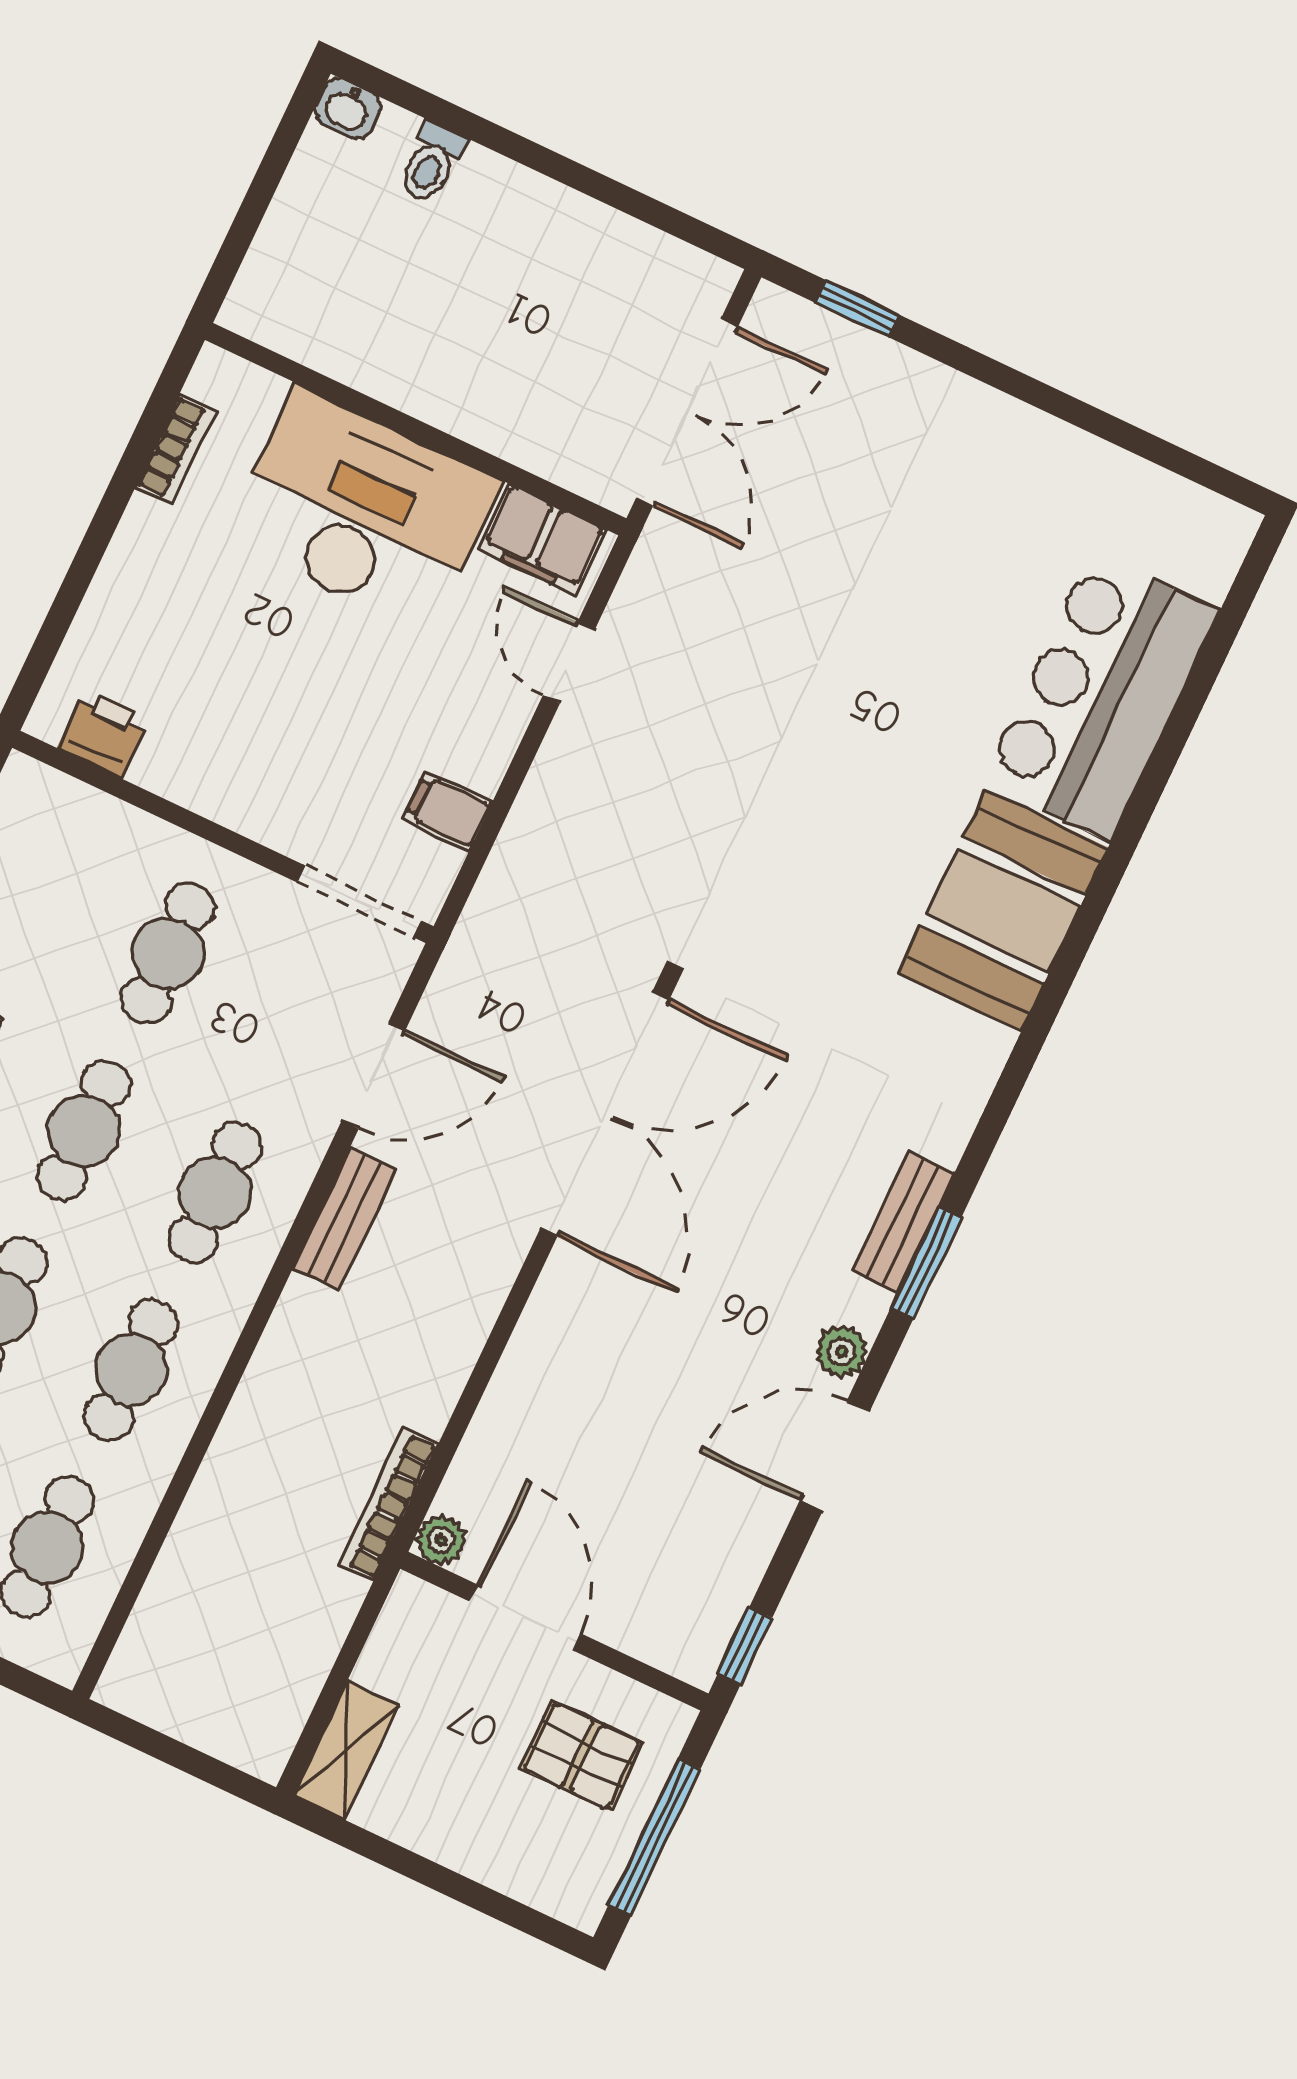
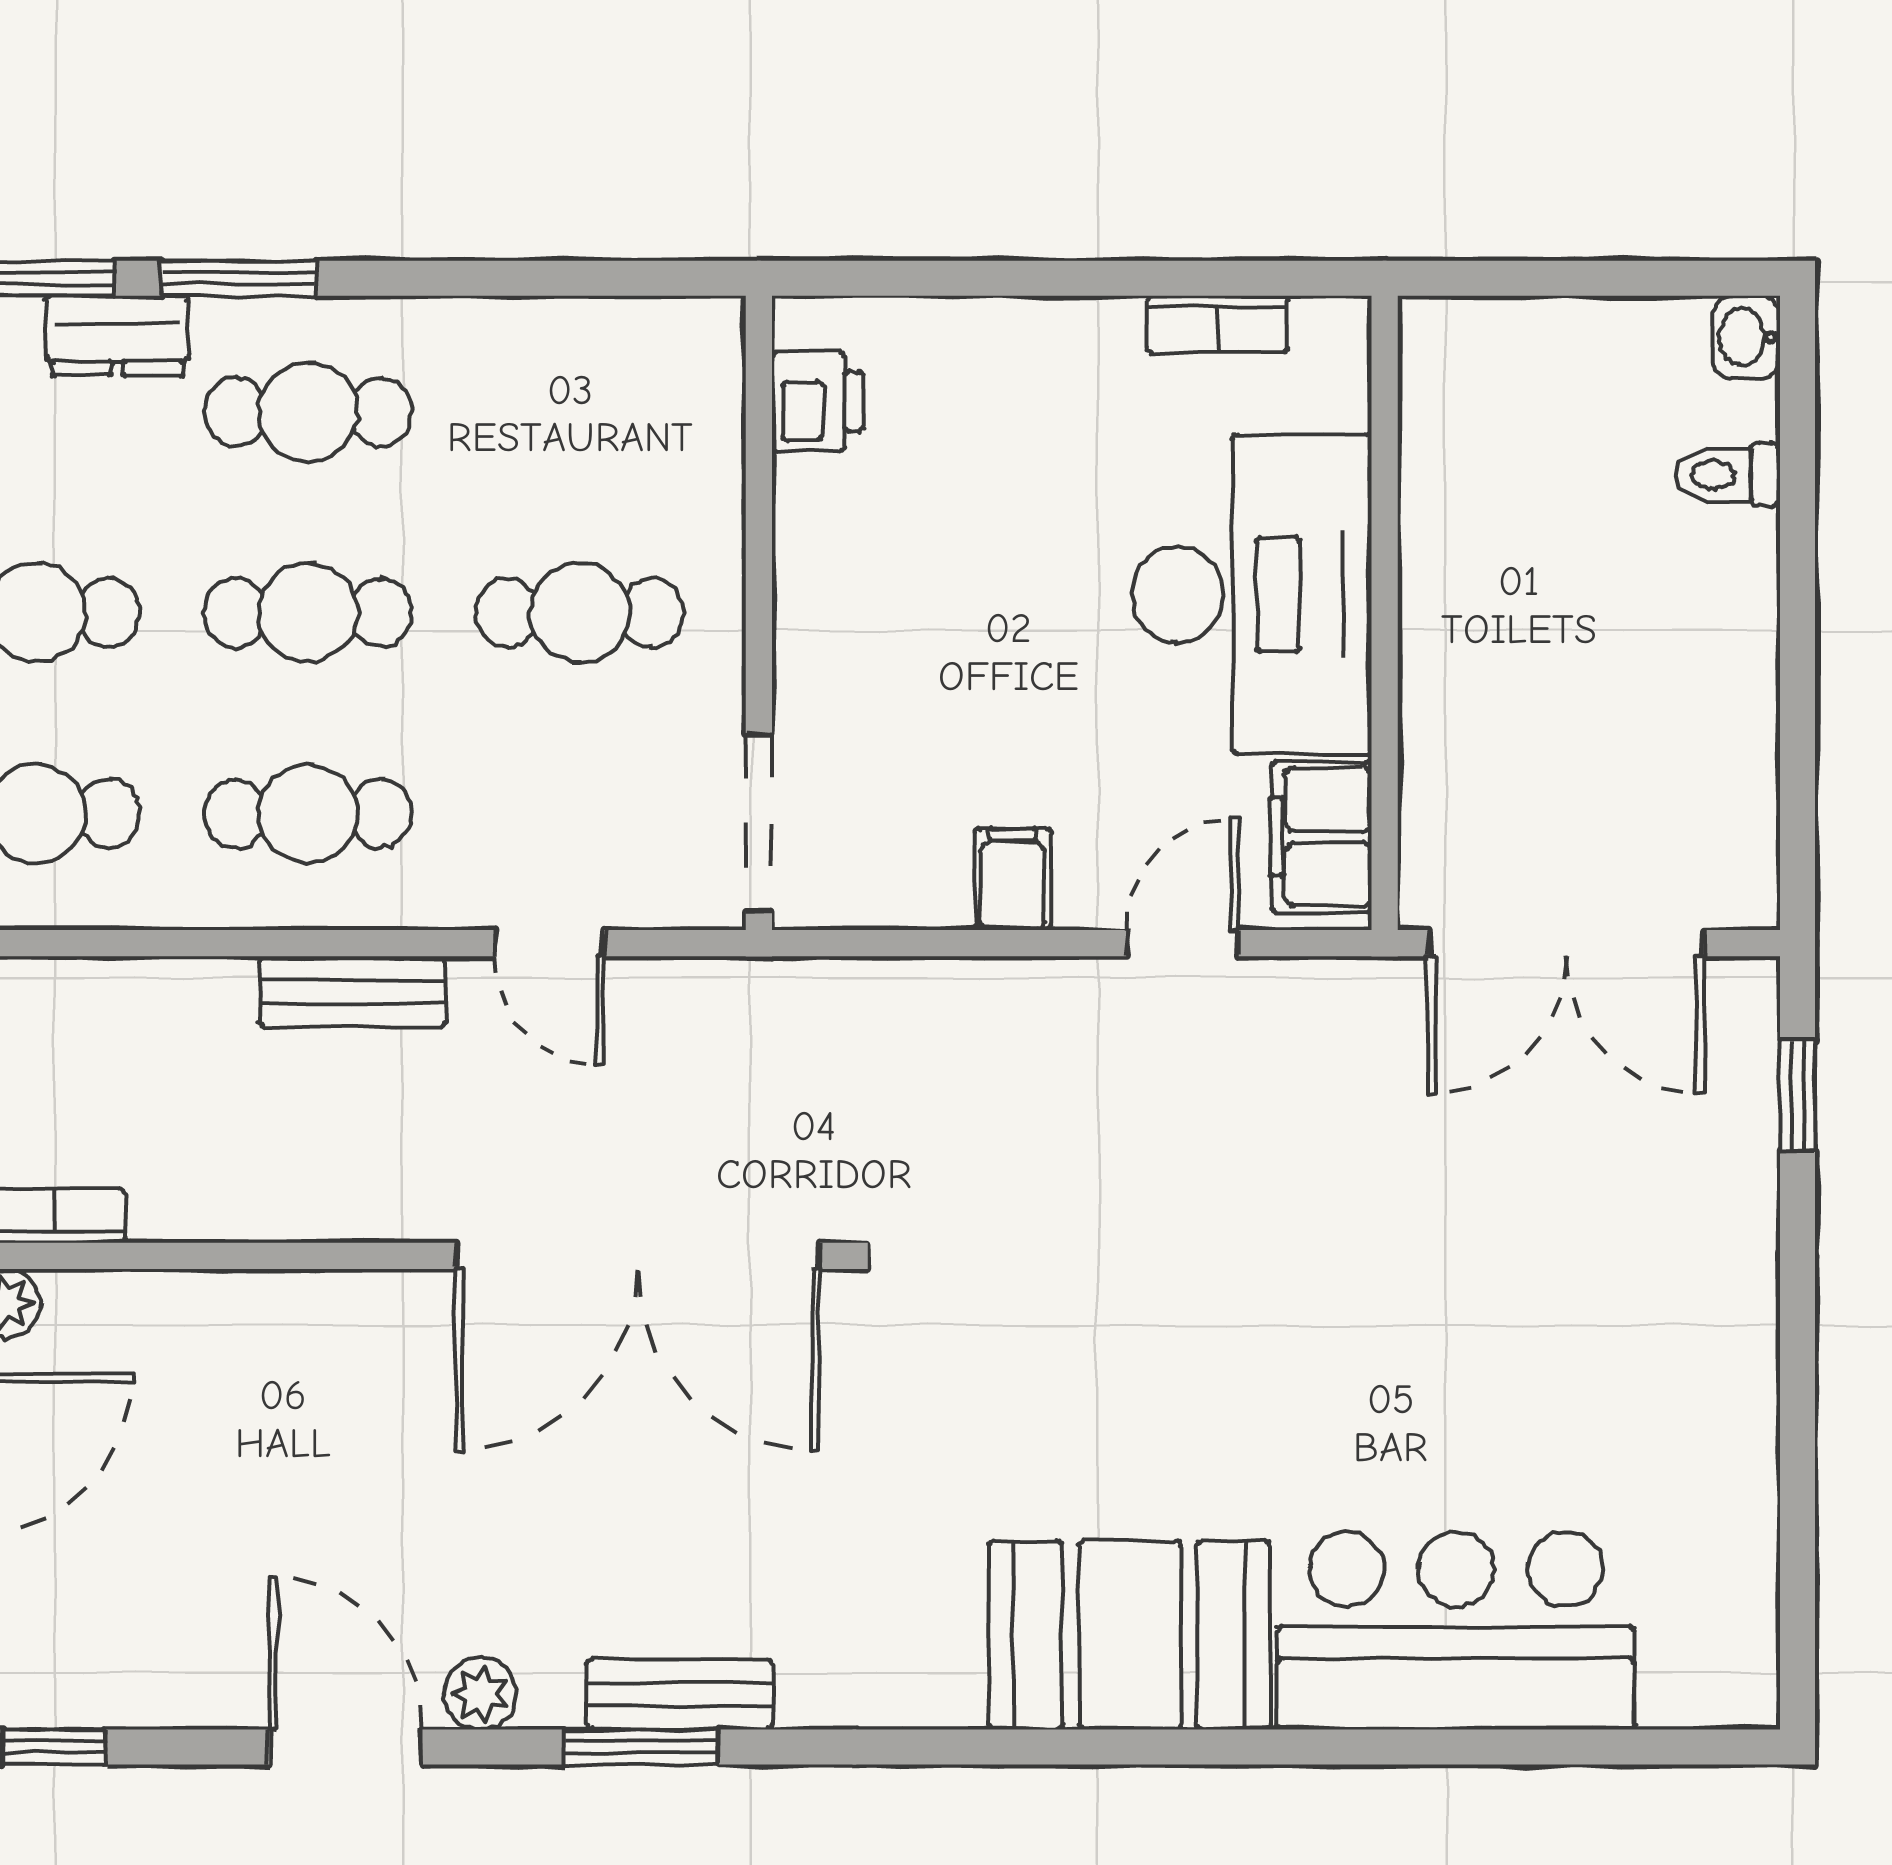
filing cabinet: (448, 811) -> (1013, 879), moved
door: (373, 1075) -> (549, 943), width x0.73

